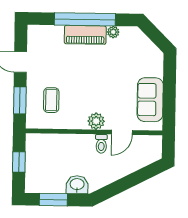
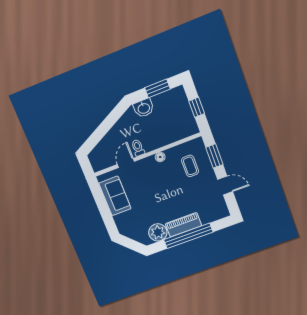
plant: (113, 32) -> (158, 232), width x1.88, depth x1.88
plant: (96, 121) -> (149, 164), removed
floor lamp: (81, 123) -> (160, 157), added

